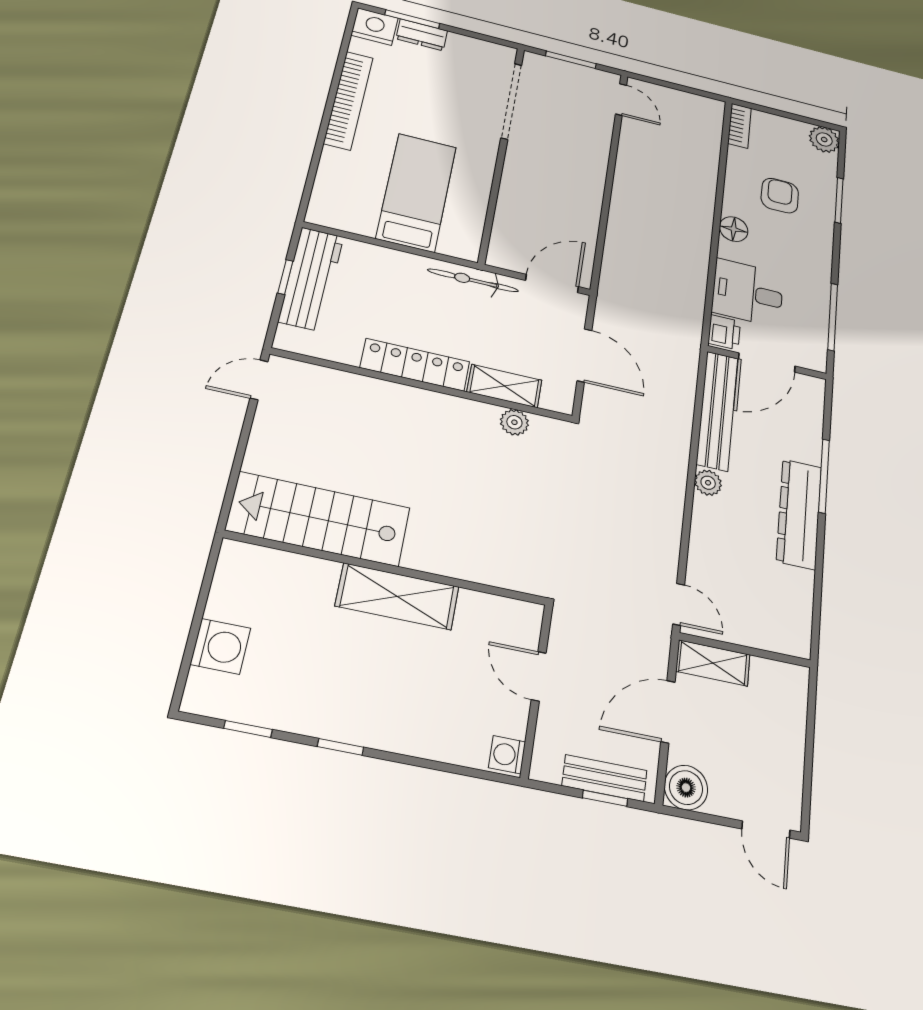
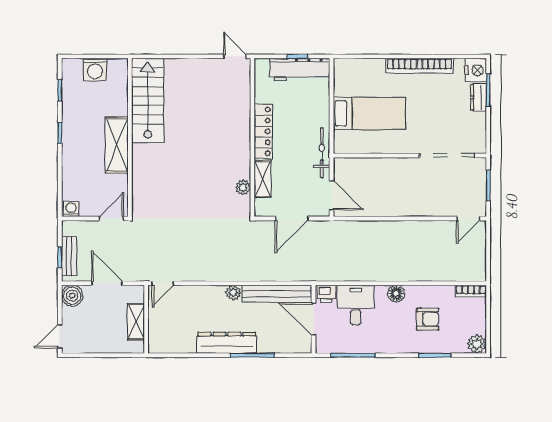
stairs: (319, 519) -> (148, 101), moved
wall: (387, 568) -> (130, 137), moved
shelving: (397, 596) -> (117, 145), moved
shelving: (713, 663) -> (136, 322), moved

